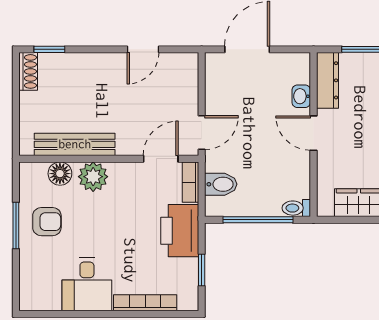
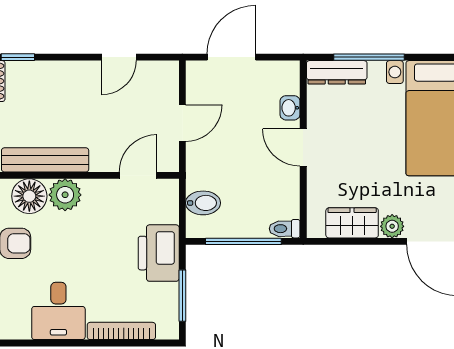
dresser: (327, 80) -> (337, 72), moved, turned 90
door: (202, 133) -> (182, 123), moved
floor lamp: (60, 174) -> (29, 196), width x1.38, depth x1.38
bookcase: (190, 182) -> (170, 201), removed
window: (202, 270) -> (182, 296), width x1.50

